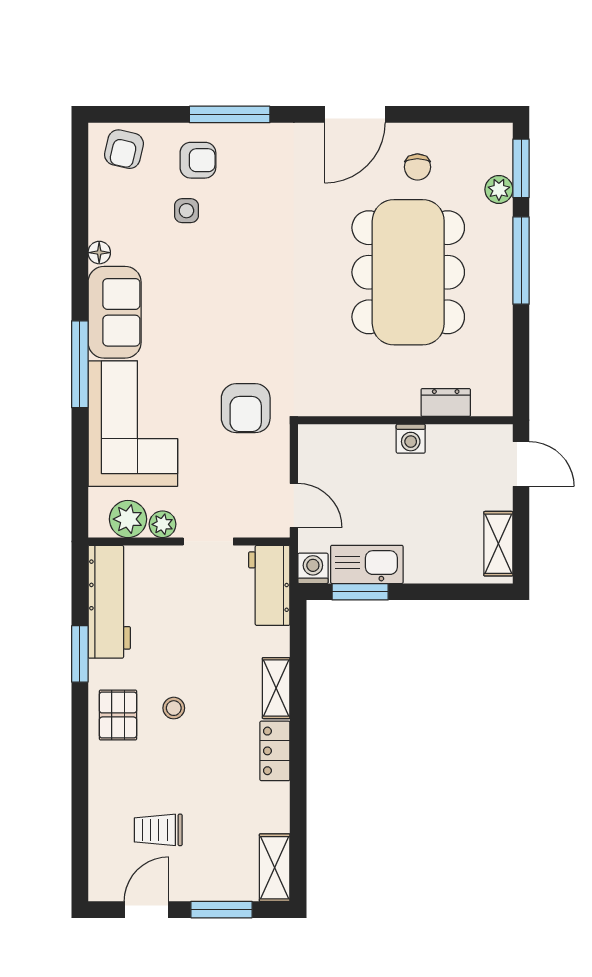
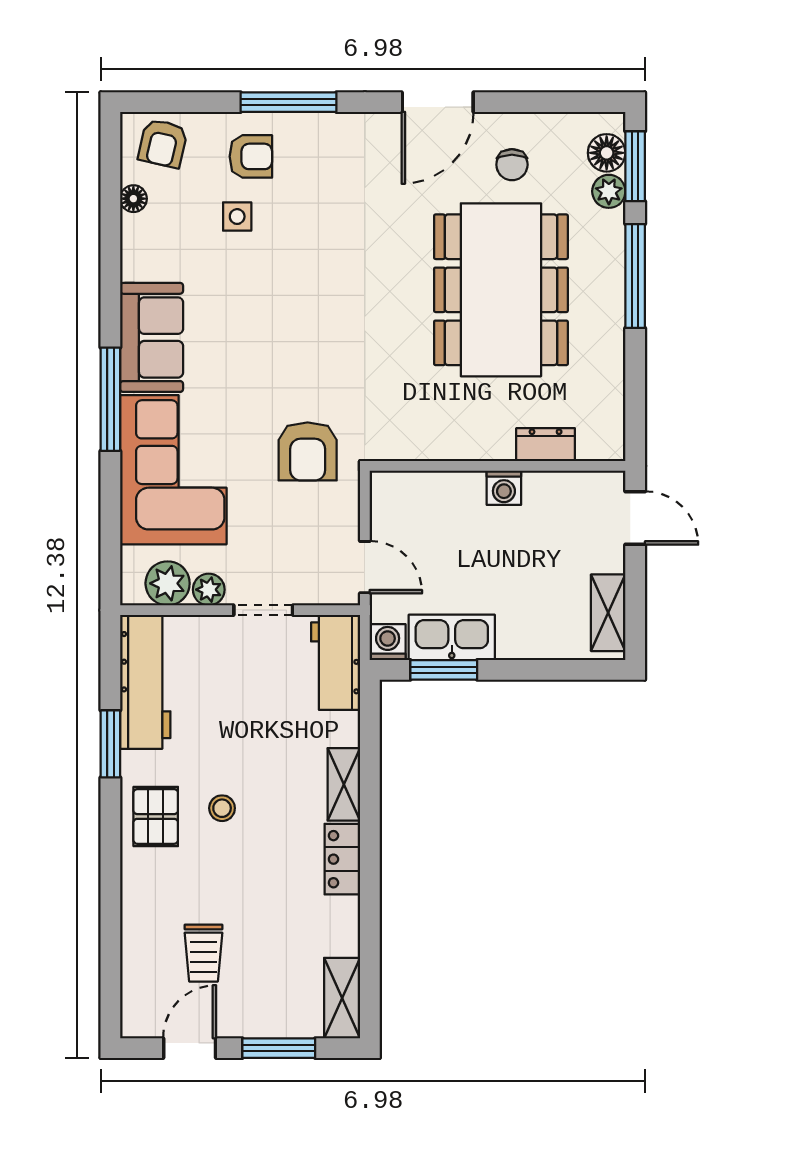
floor lamp: (497, 157) -> (607, 153), added
floor lamp: (99, 253) -> (133, 199), moved
trolley: (158, 830) -> (203, 953), turned -90

